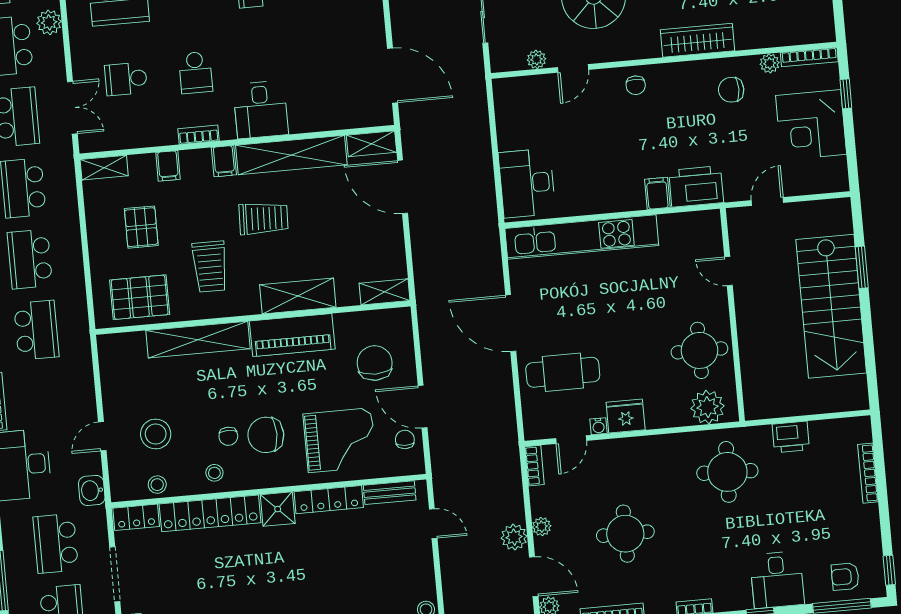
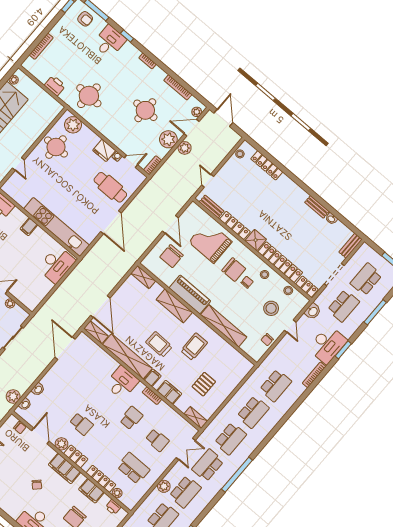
double door: (72, 108) -> (186, 449), swing flipped
filing cabinet: (168, 166) -> (169, 392), width x2.00
filing cabinet: (657, 193) -> (29, 227), moved
pallet: (140, 297) -> (229, 361), removed
school desk: (36, 330) -> (276, 386), turned 180
plant: (858, 385) -> (14, 80), added
door: (102, 436) -> (290, 326), hinge flipped
chair: (405, 439) -> (267, 340), moved
plant: (542, 527) -> (168, 139), width x1.88, depth x1.88
door: (534, 577) -> (192, 128), hinge flipped

